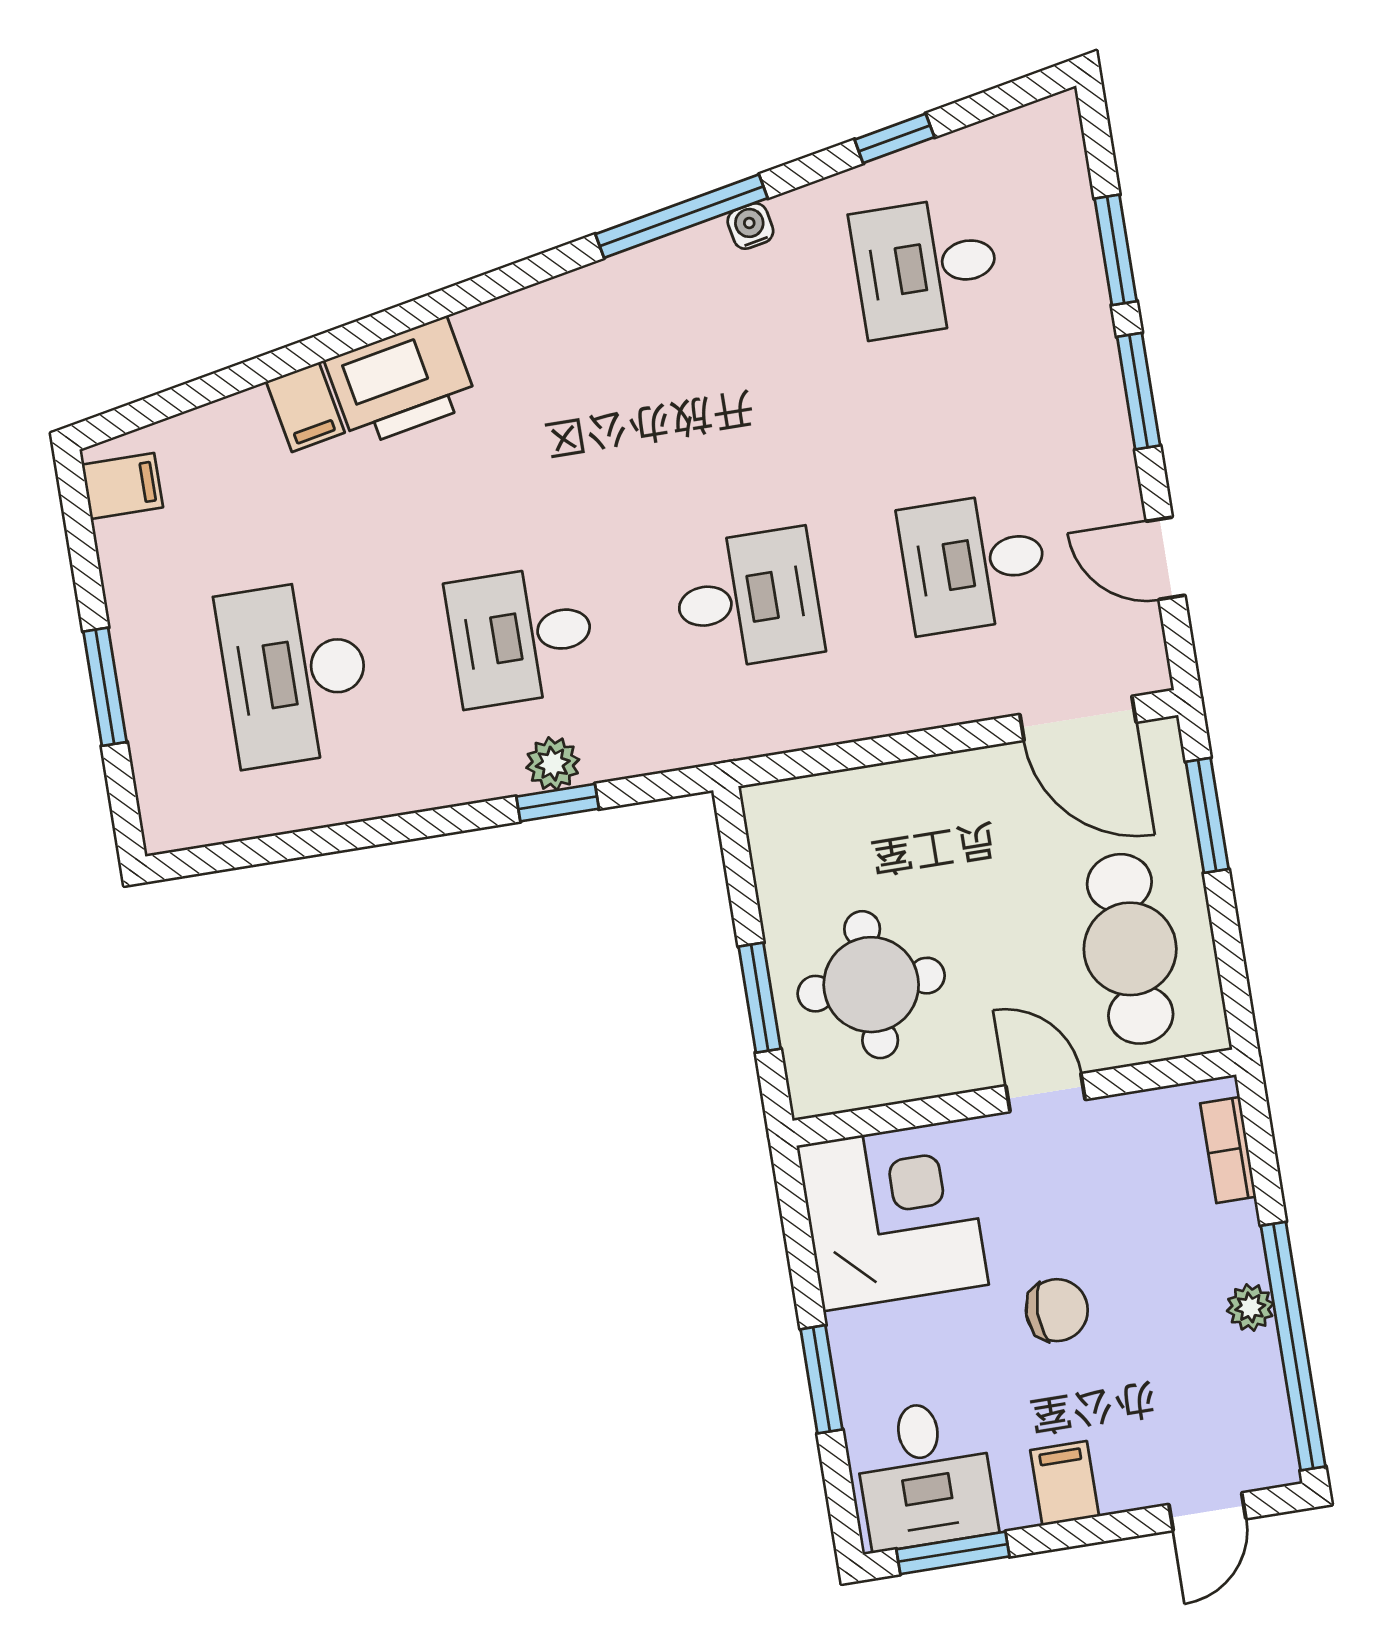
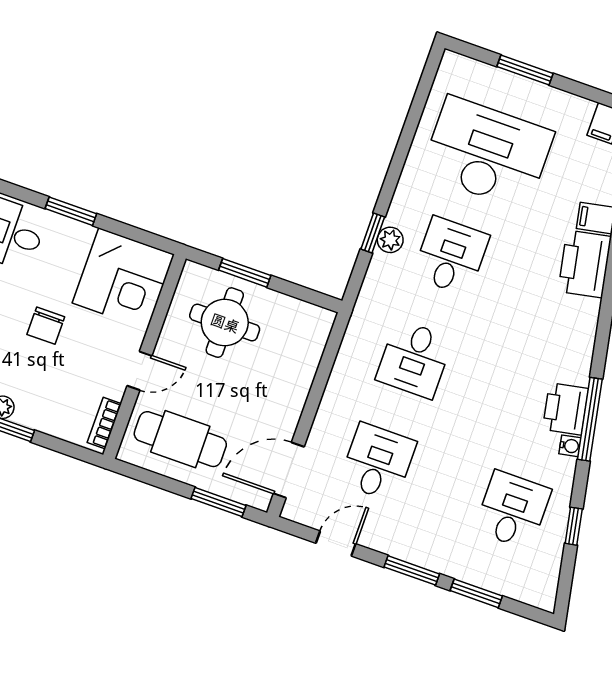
printer: (687, 271) -> (566, 409), added
desk: (295, 673) -> (487, 153), width x1.36, depth x1.30
bookcase: (1228, 1150) -> (104, 423), moved, turned -90

